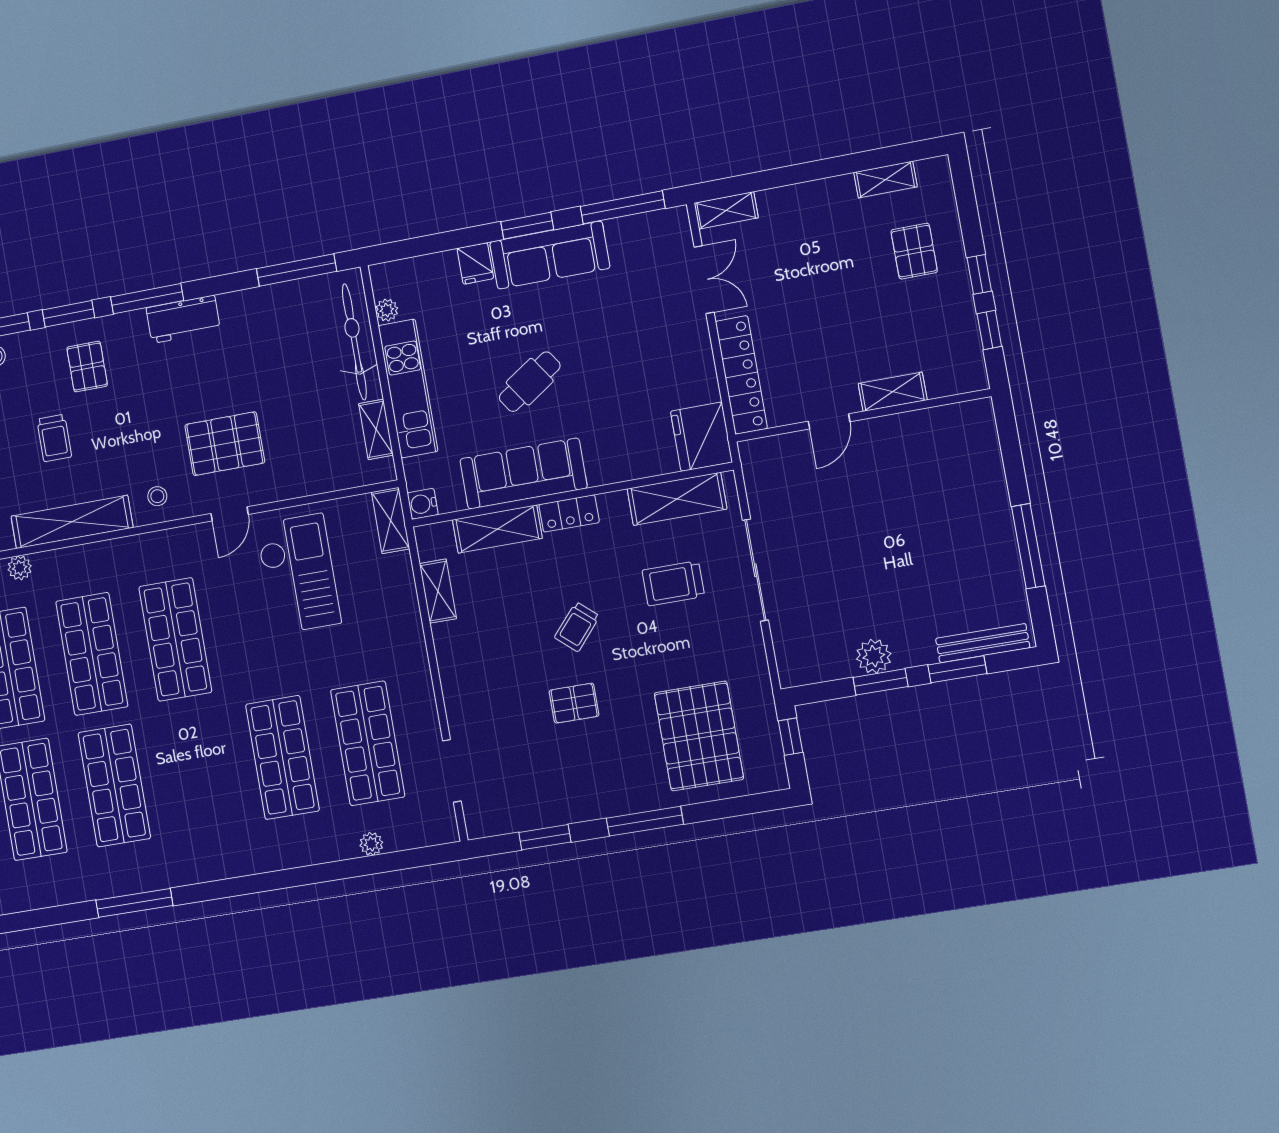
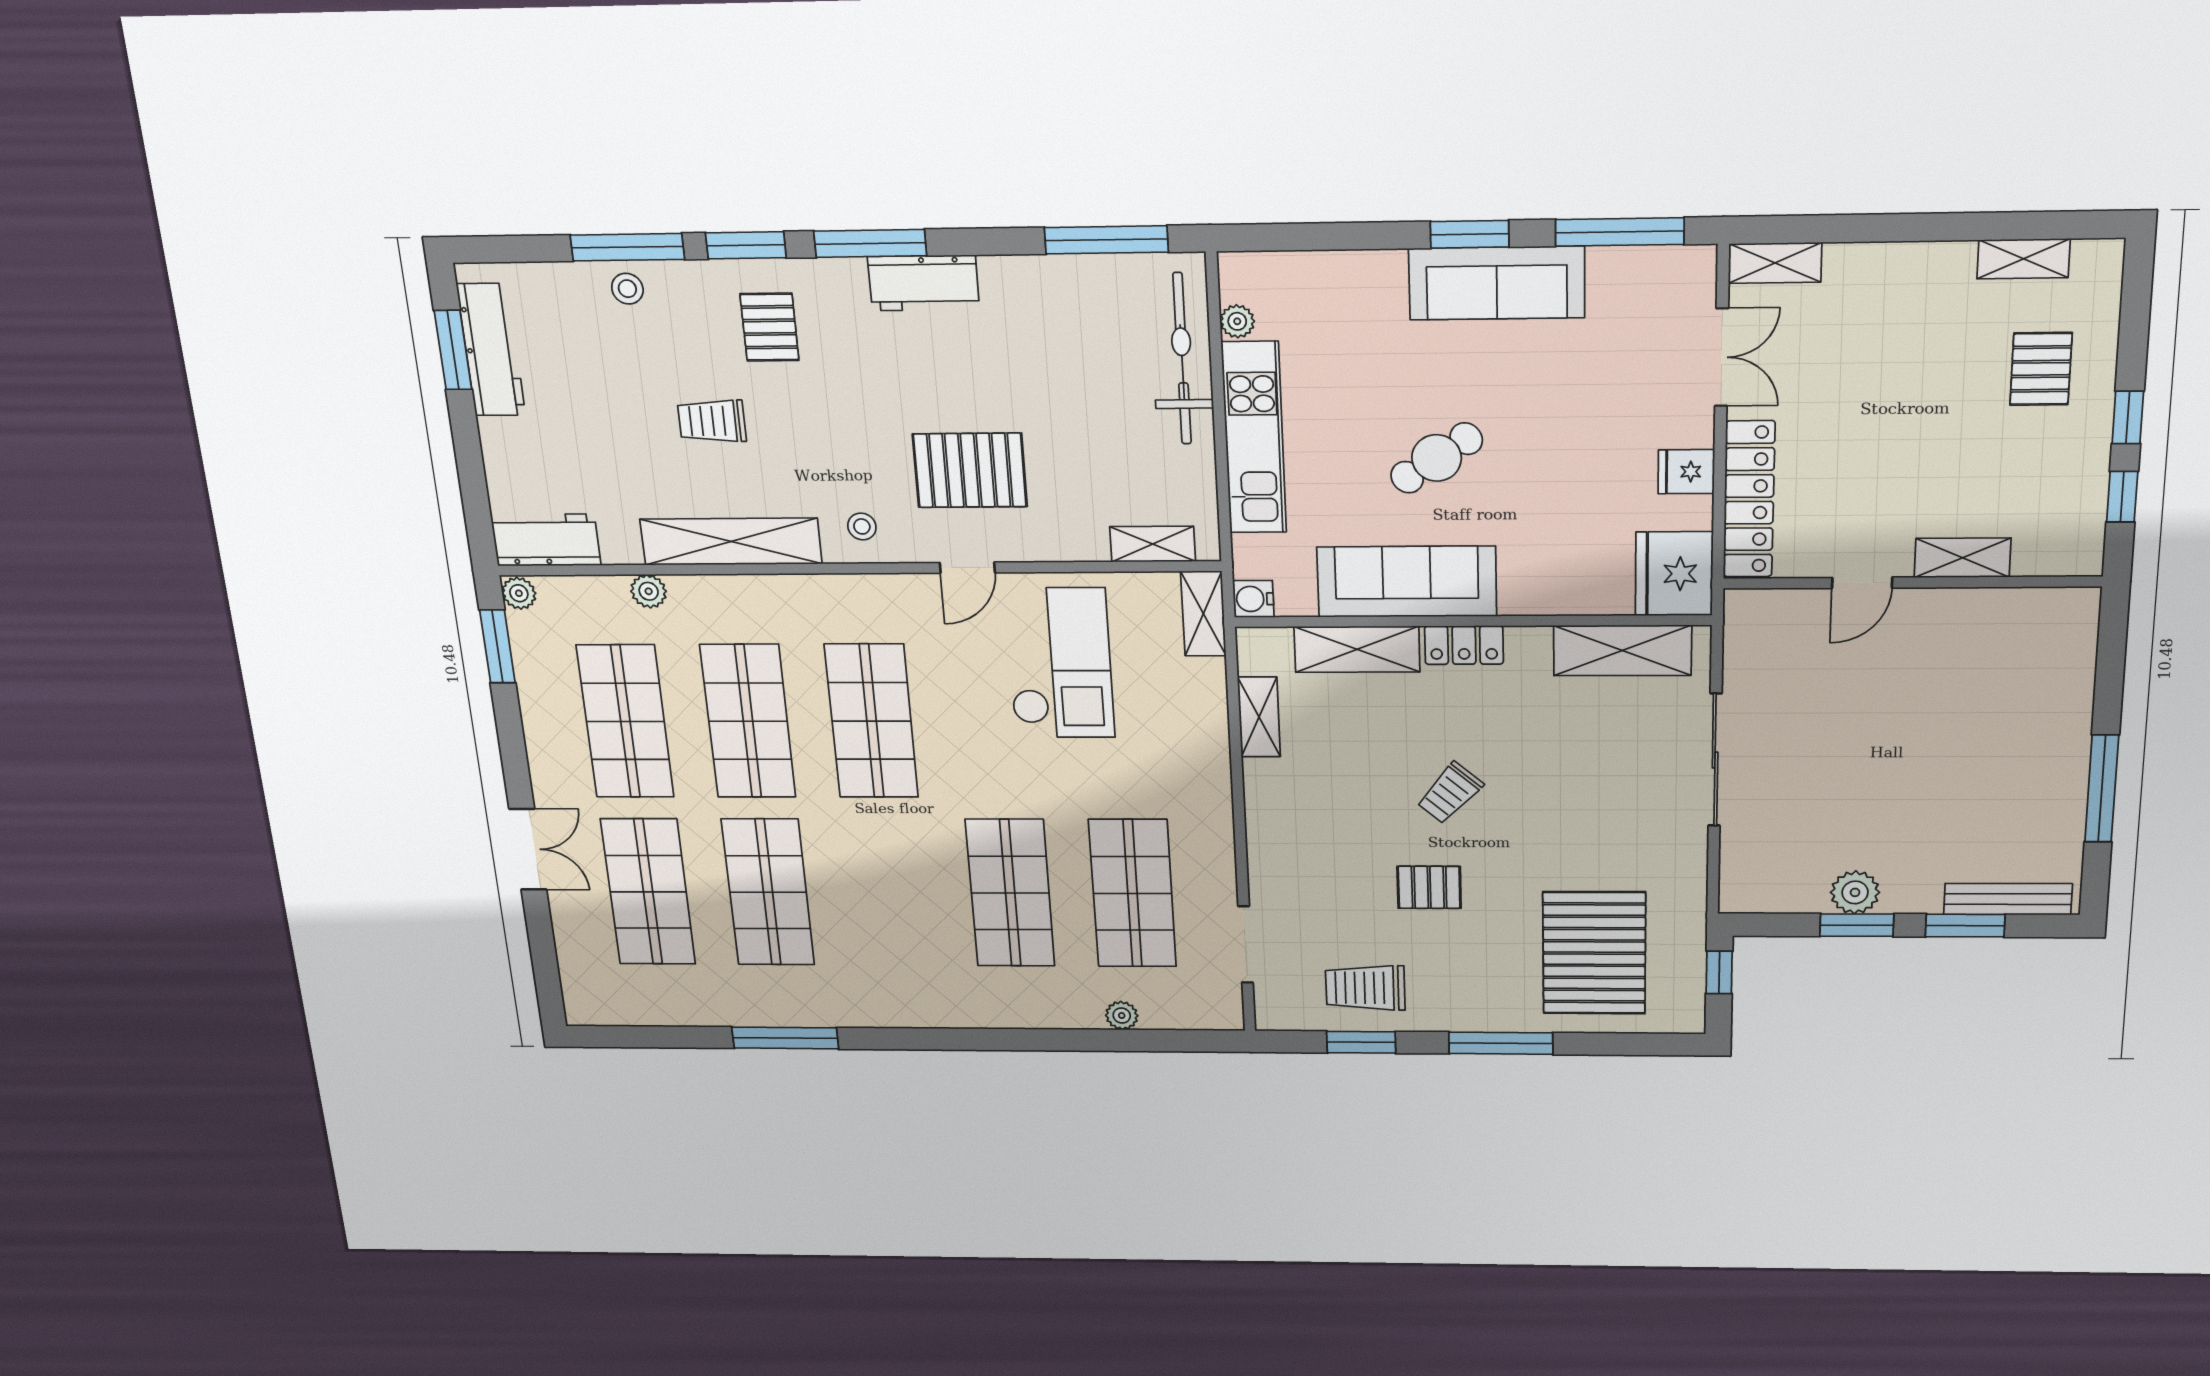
fridge: (475, 263) -> (1686, 472), moved, turned 90
shelving: (376, 429) -> (1153, 544), moved, turned 90
trolley: (54, 438) -> (712, 421), turned 90
trolley: (673, 583) -> (1365, 988), moved

